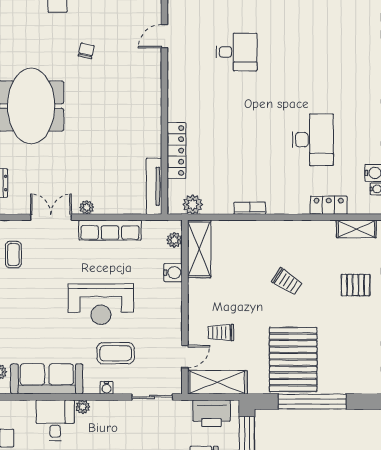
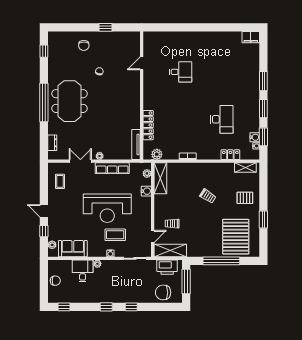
reception desk: (101, 304) -> (107, 208), width x1.36, depth x1.30
pallet: (293, 359) -> (236, 237), moved
sofa: (47, 379) -> (73, 249), width x0.73

